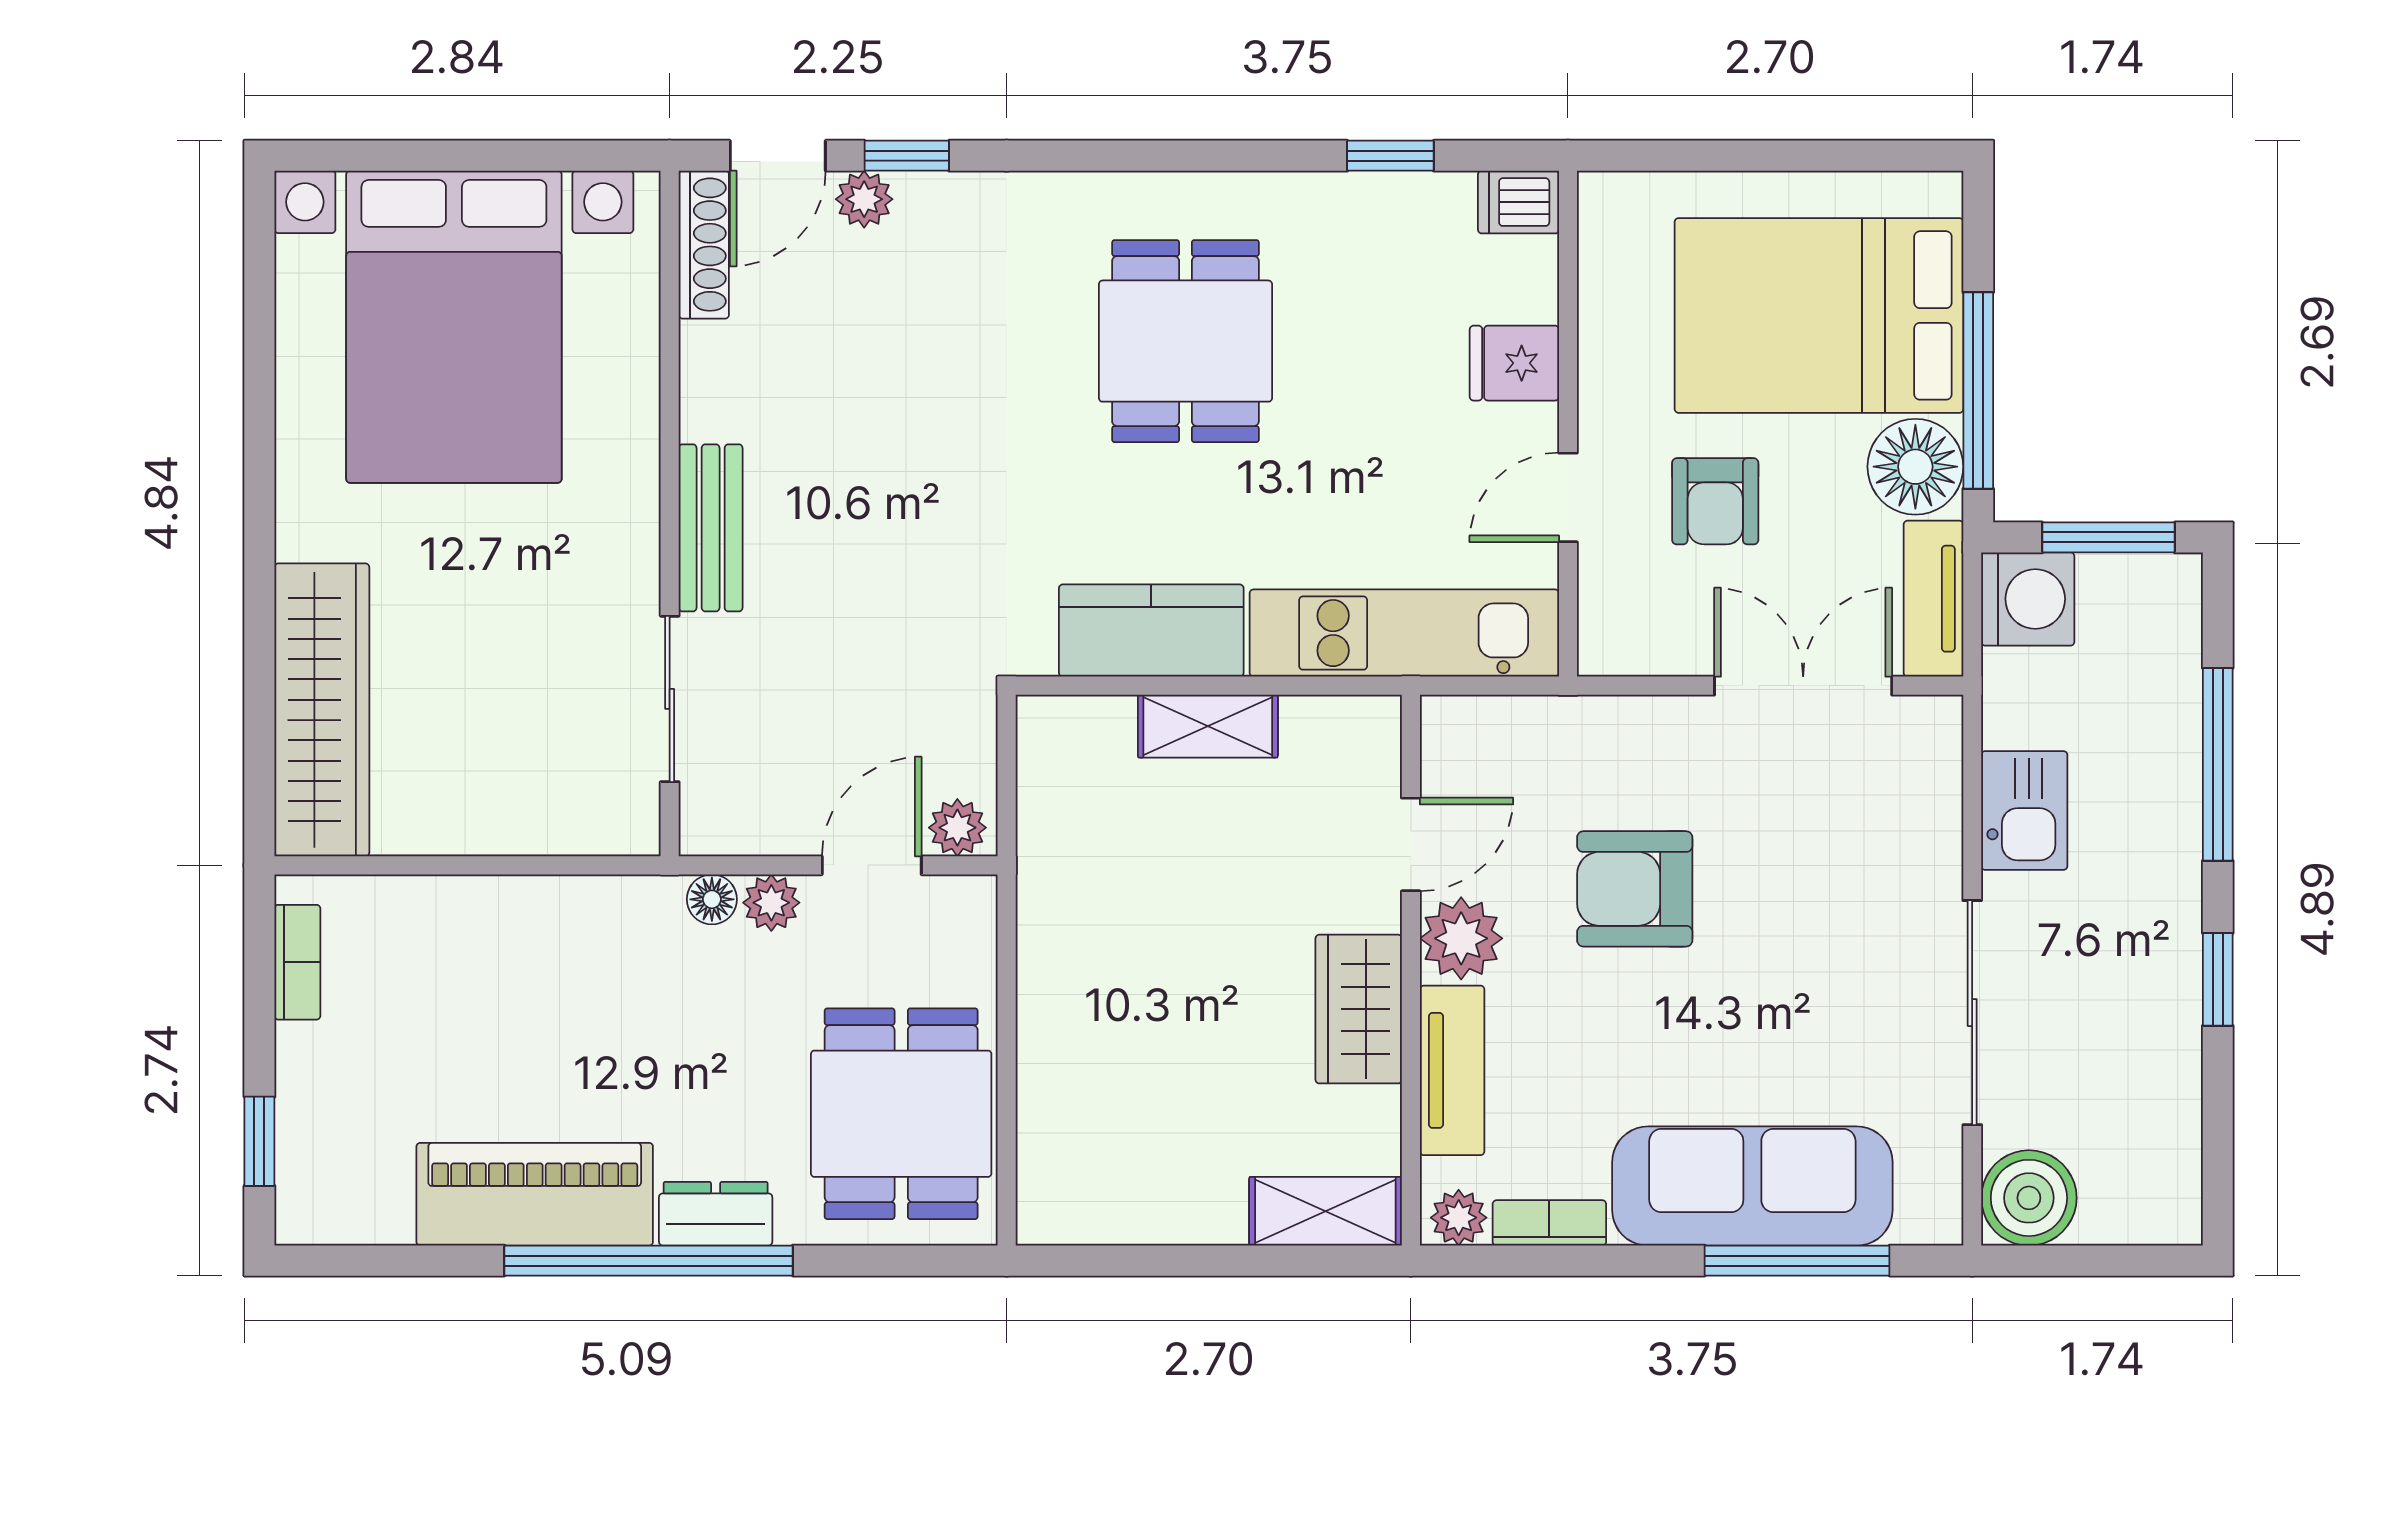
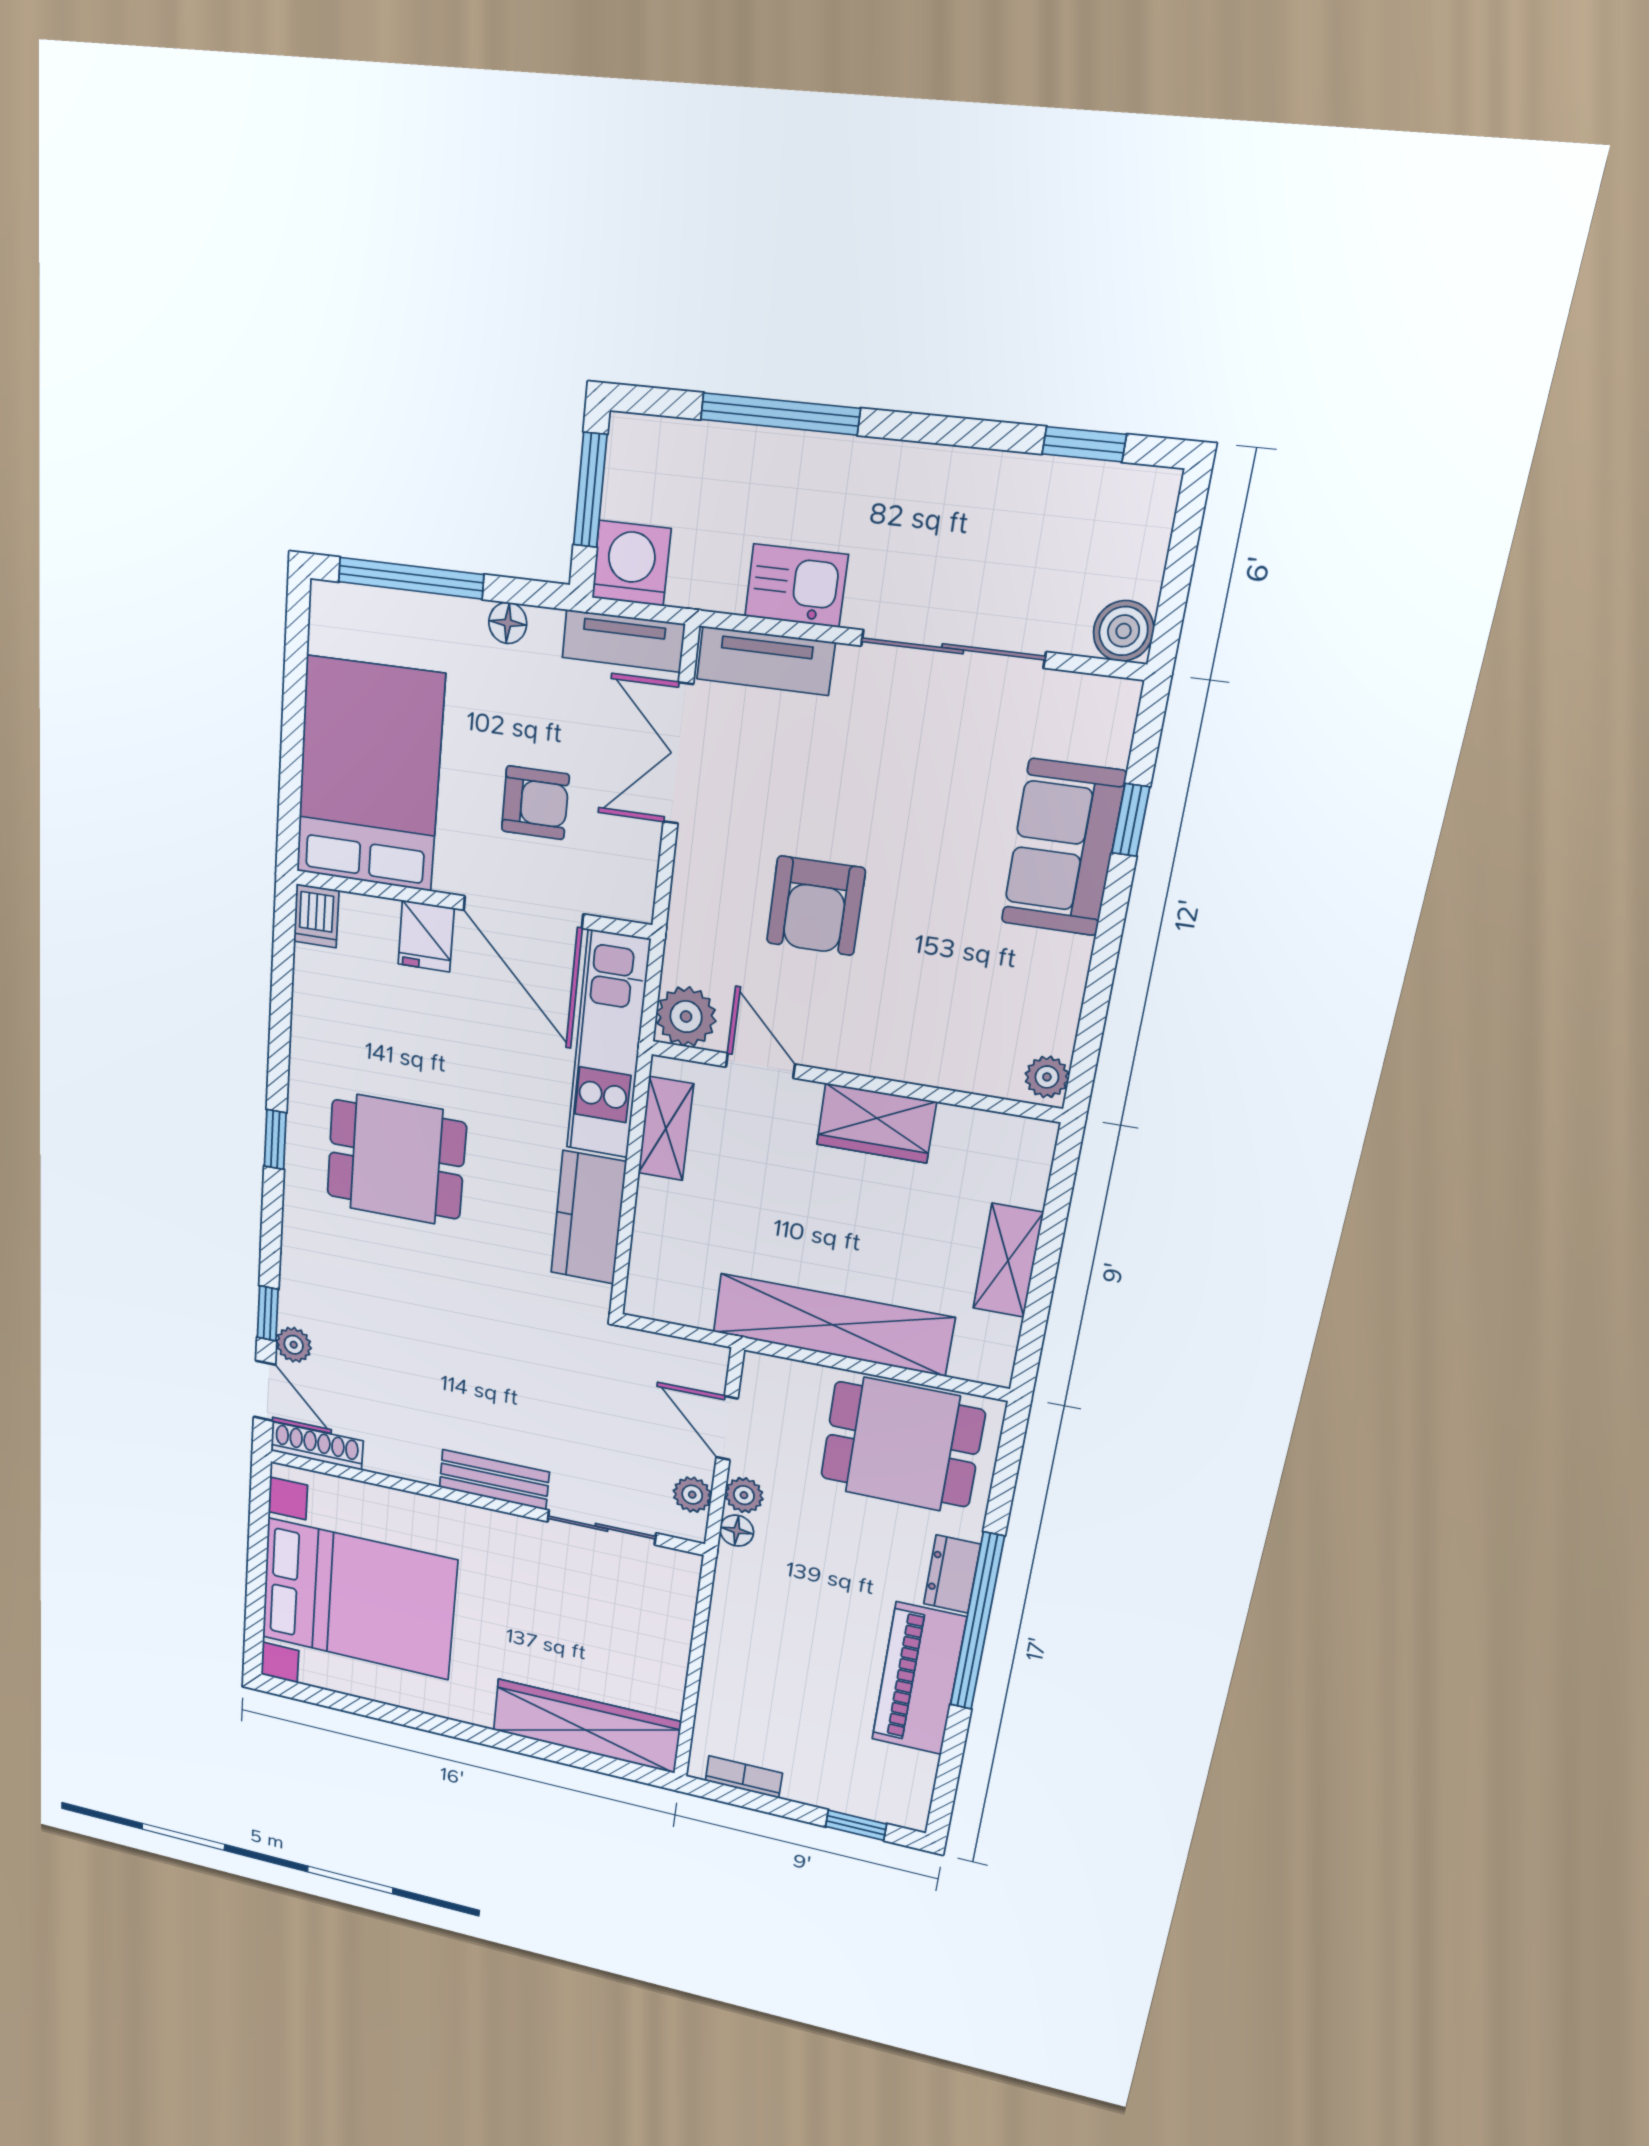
window: (1390, 156) -> (275, 1139), moved
bed: (1819, 315) -> (369, 774), moved, turned 180
window: (1978, 391) -> (411, 578), moved
floor lamp: (1915, 467) -> (508, 623), width x0.53, depth x0.53
door: (1568, 497) -> (523, 912), width x1.87
shelving: (1208, 726) -> (666, 1129), moved
plant: (957, 828) -> (692, 1495), moved
plant: (1461, 938) -> (686, 1017), moved
window: (2218, 979) -> (1084, 444), moved
shelving: (1060, 992) -> (833, 1325), added
tv unit: (1452, 1070) -> (766, 661), moved, turned 180
sofa: (1752, 1186) -> (1063, 848), width x0.73
boiler: (2029, 1198) -> (1124, 631), width x0.73, depth x0.73
shelving: (1325, 1211) -> (1008, 1261), moved
bookcase: (1549, 1223) -> (1064, 1010), removed
window: (1797, 1261) -> (1131, 820), width x0.46

